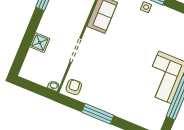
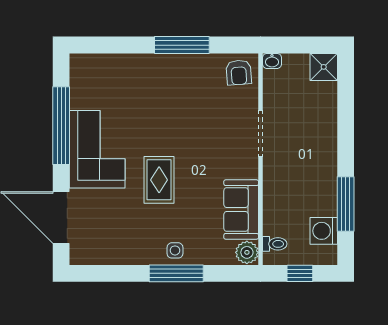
shower: (40, 43) -> (324, 67), moved
rug: (139, 48) -> (159, 180), added

